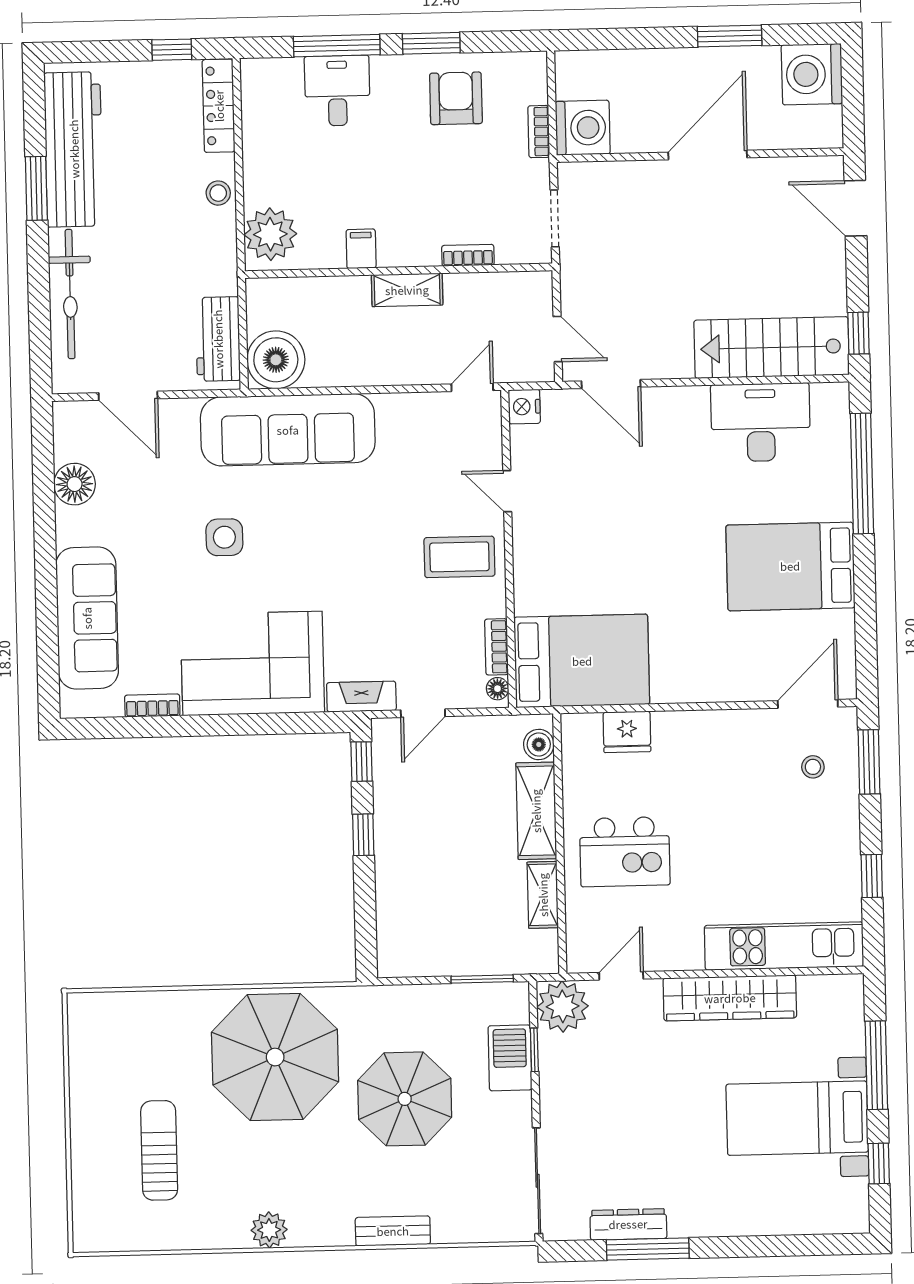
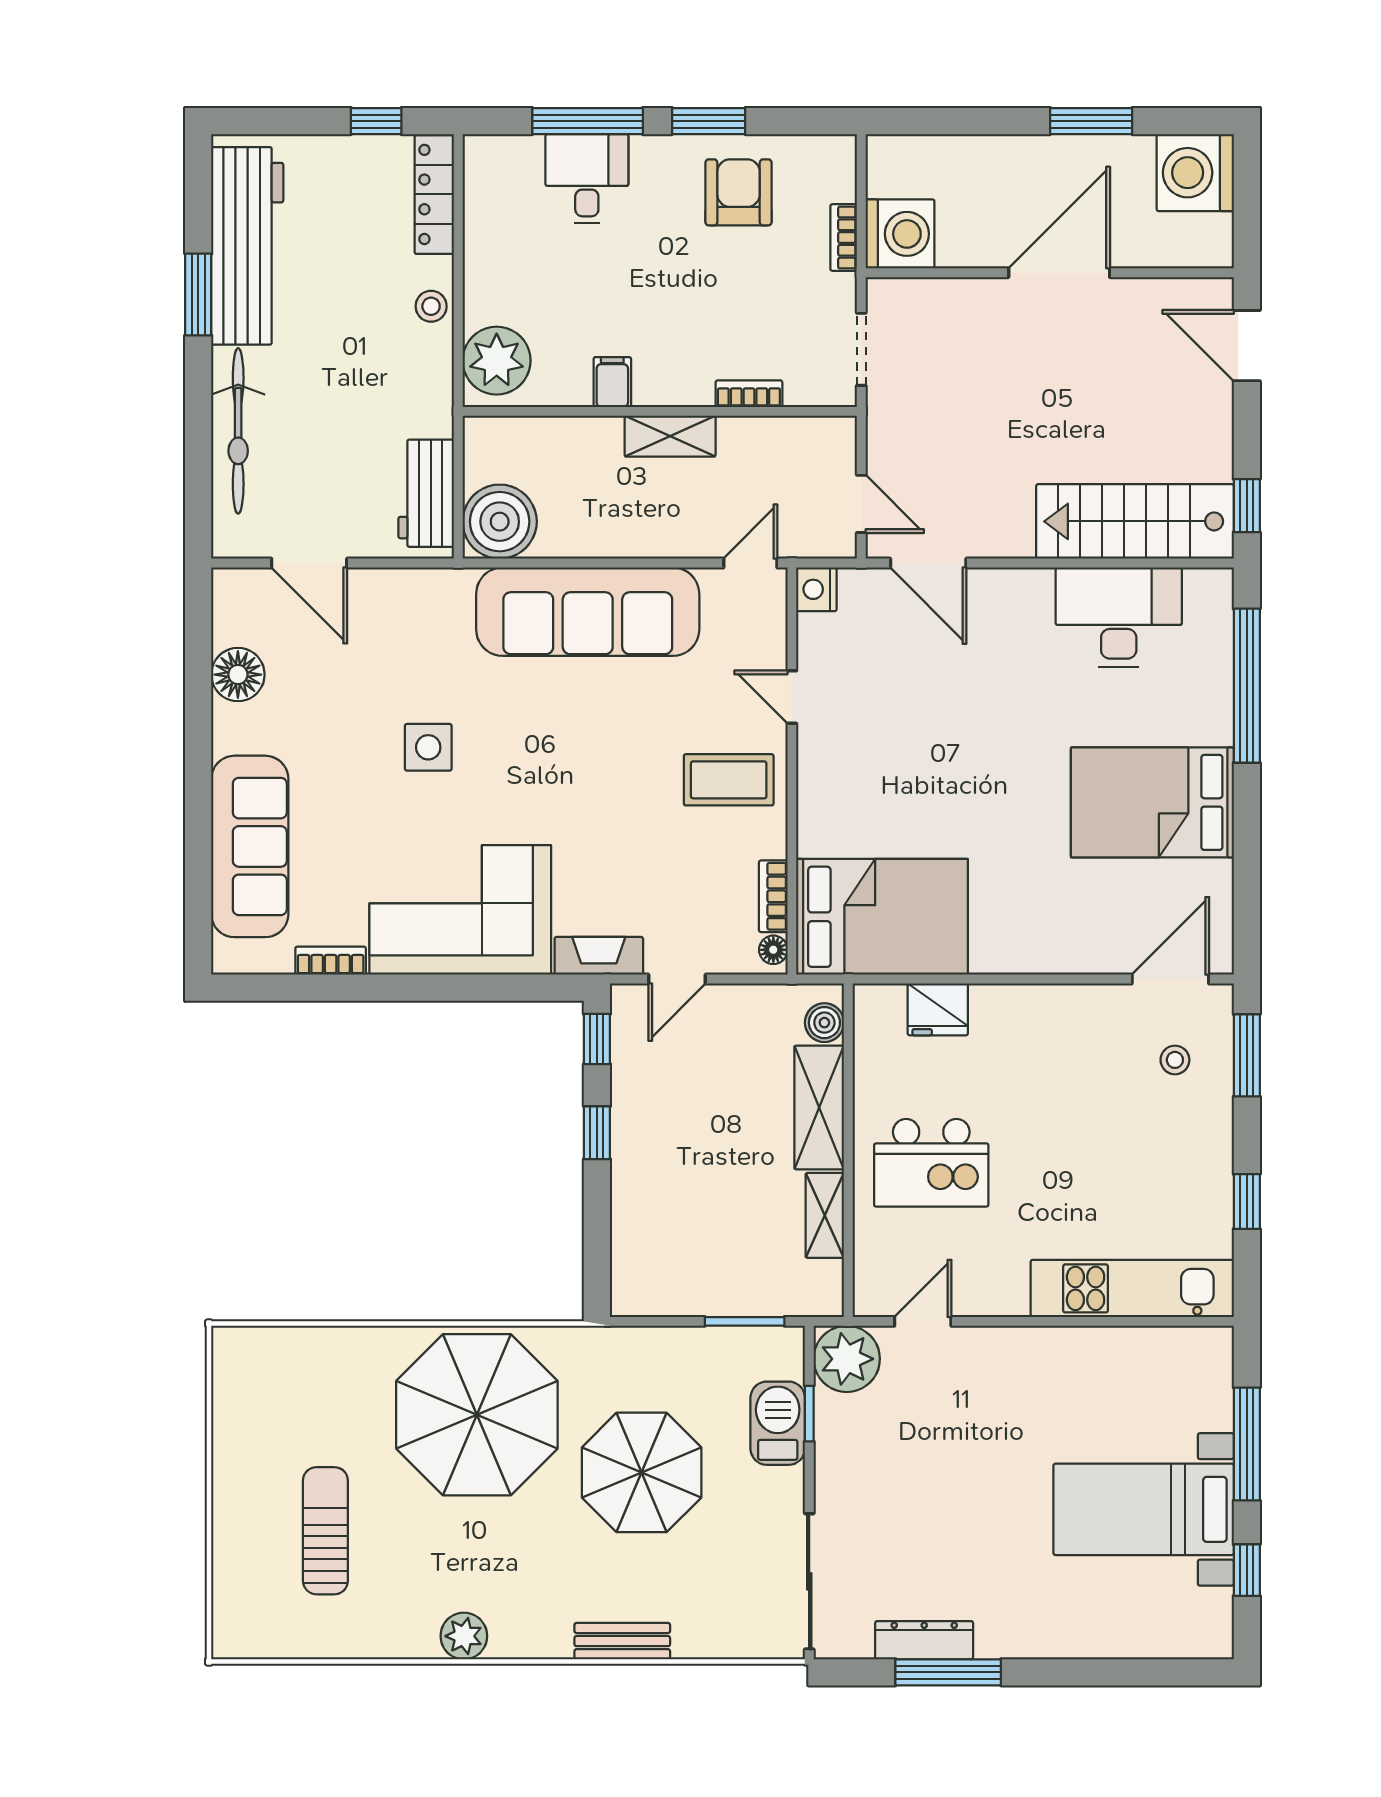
sofa: (288, 430) -> (588, 612), moved
wardrobe: (730, 998) -> (1061, 1353), removed

